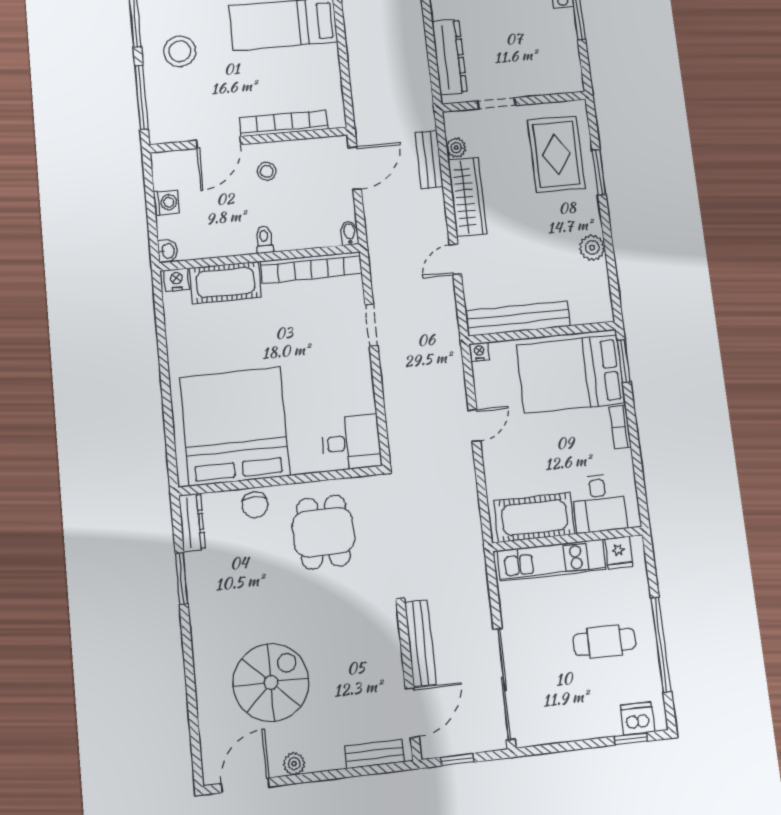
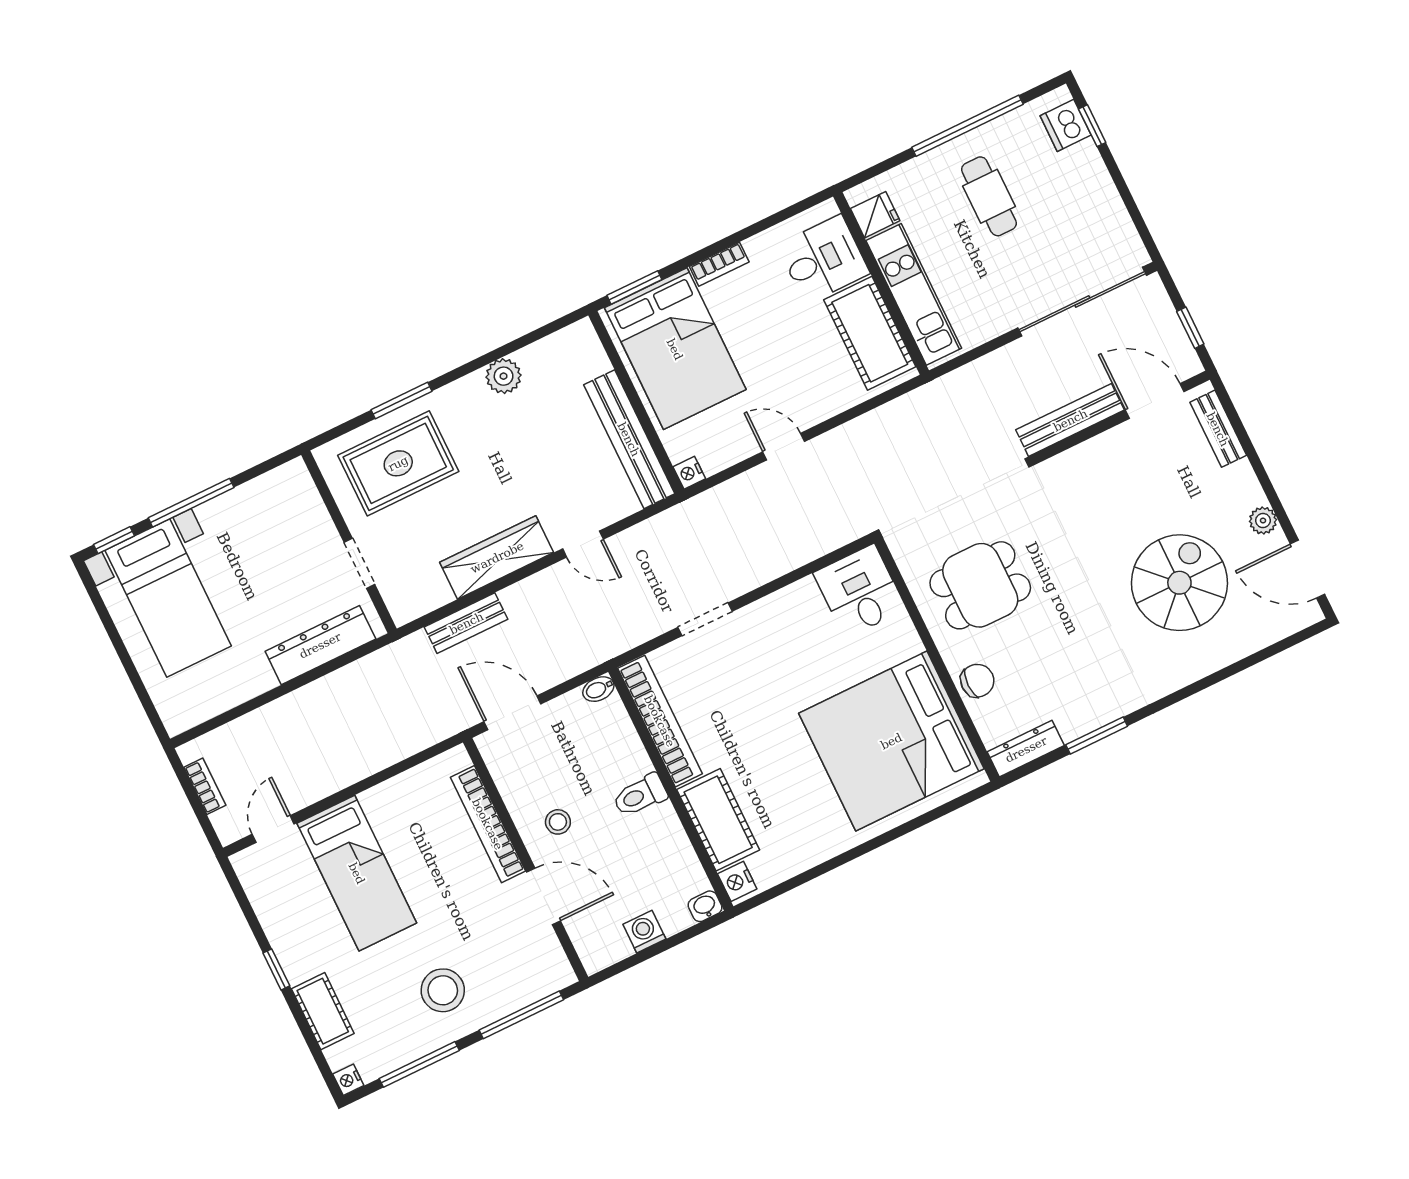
plant: (456, 148) -> (437, 594), removed
toilet: (264, 240) -> (640, 795), width x1.37, depth x1.39
spiral stairs: (271, 683) -> (1179, 583), turned 90

